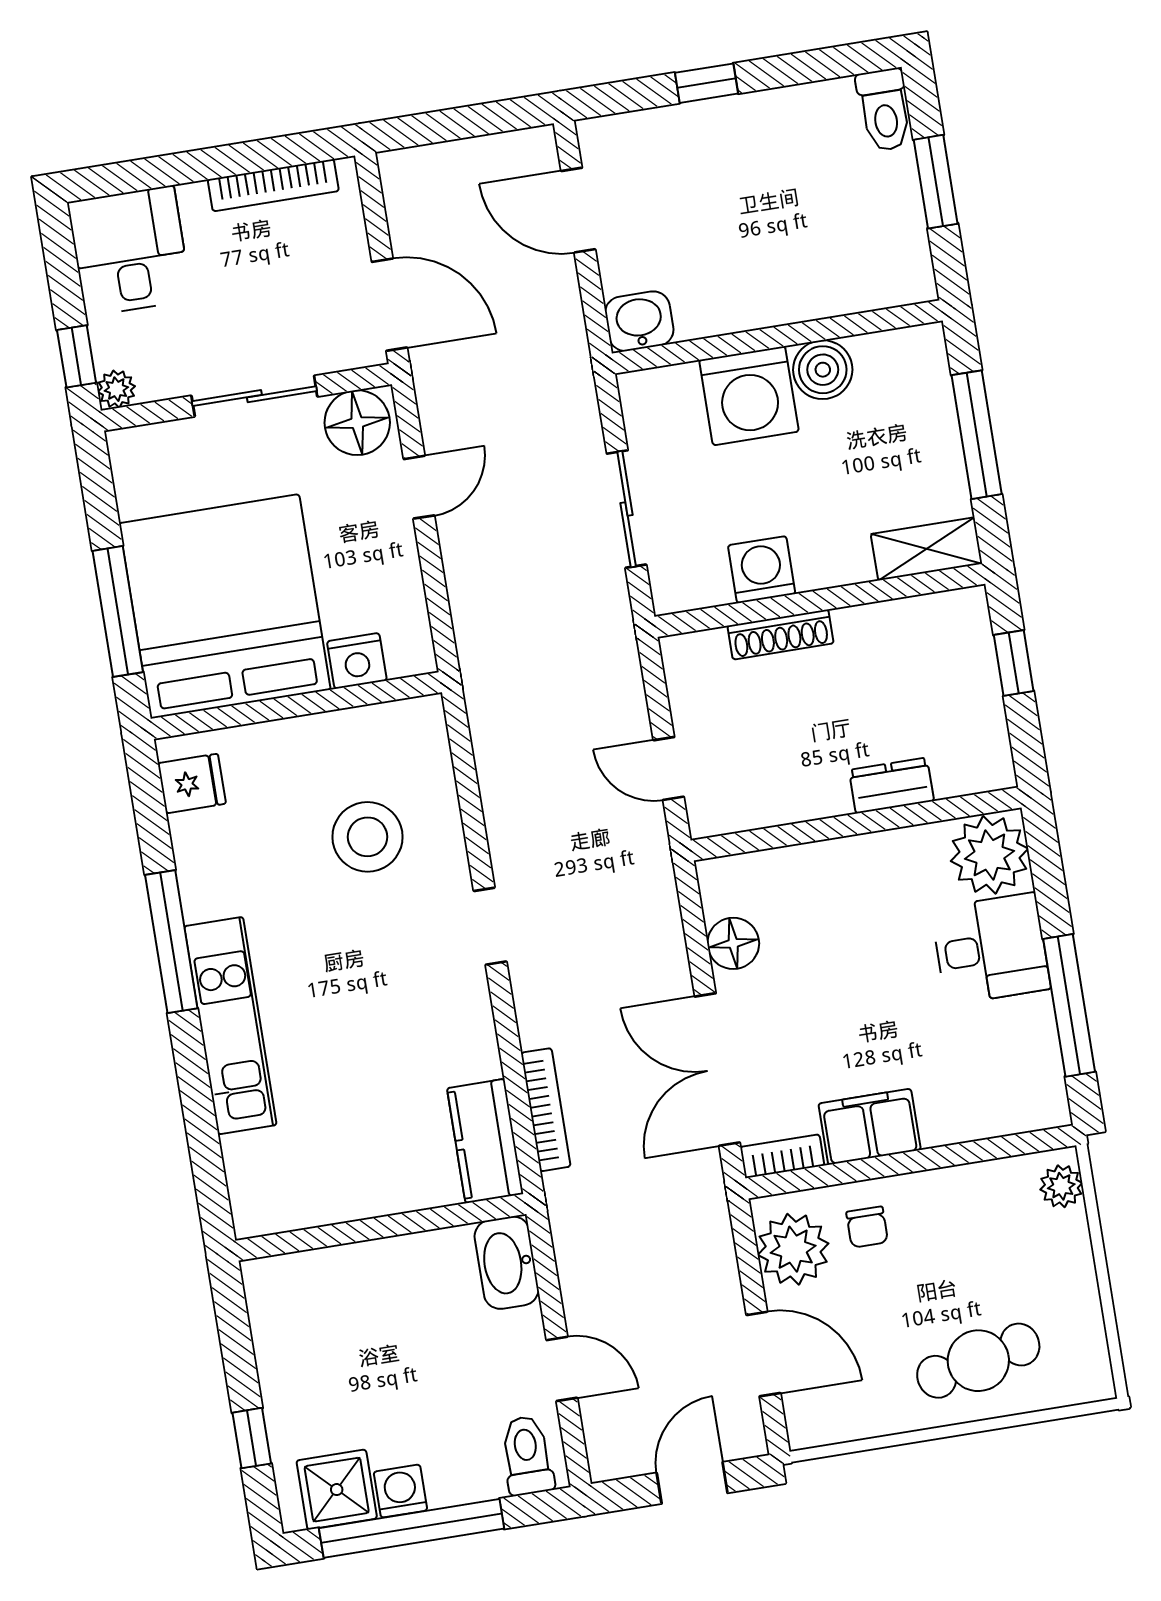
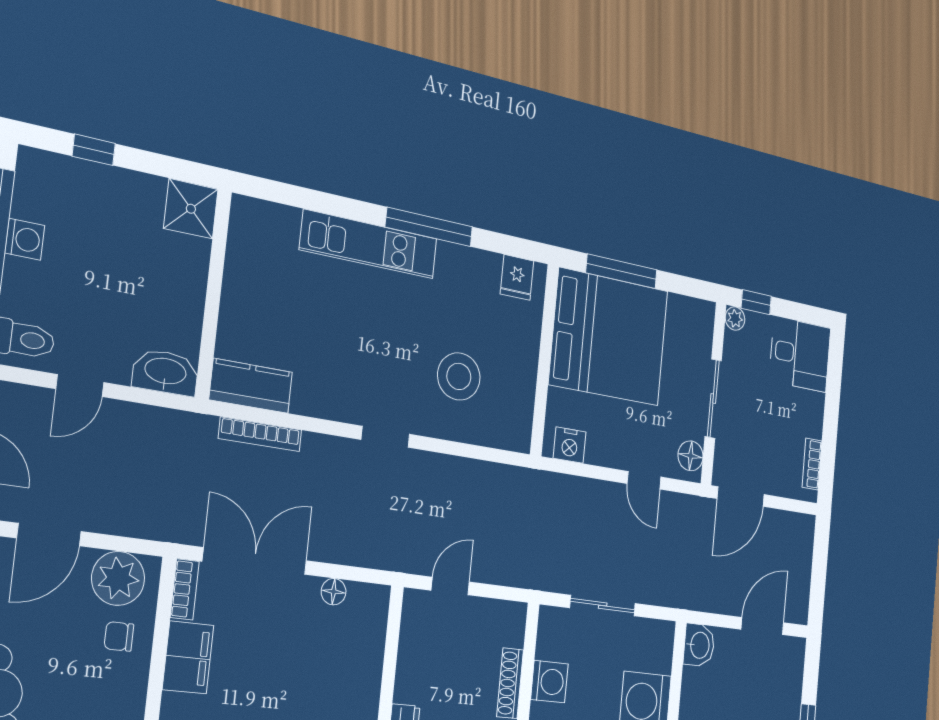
bookcase: (273, 185) -> (812, 464), width x0.64
floor lamp: (357, 423) -> (691, 456), width x0.73, depth x0.73
nightstand: (357, 661) -> (570, 445), moved, turned -90
floor lamp: (733, 943) -> (334, 592), width x0.73, depth x0.73
shower: (337, 1490) -> (191, 209), moved

